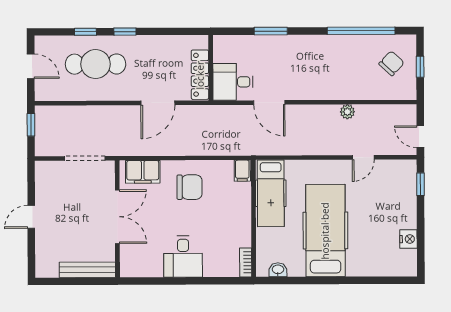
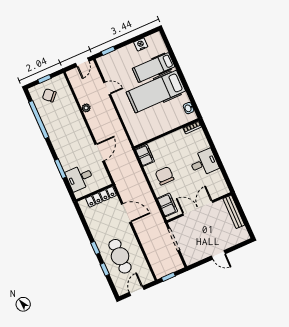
desk: (233, 82) -> (80, 178), moved, turned 90
filing cabinet: (242, 171) -> (145, 155), width x2.00
hospital bed: (271, 193) -> (154, 67), moved, turned 180

